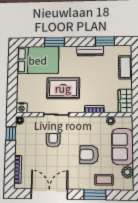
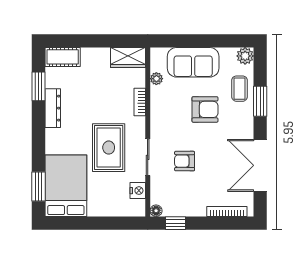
window: (54, 42) -> (39, 187), moved
cot: (125, 67) -> (63, 57), moved
nightstand: (22, 108) -> (138, 191), moved
armchair: (89, 155) -> (205, 109), turned -90
plant: (127, 172) -> (245, 56), moved

